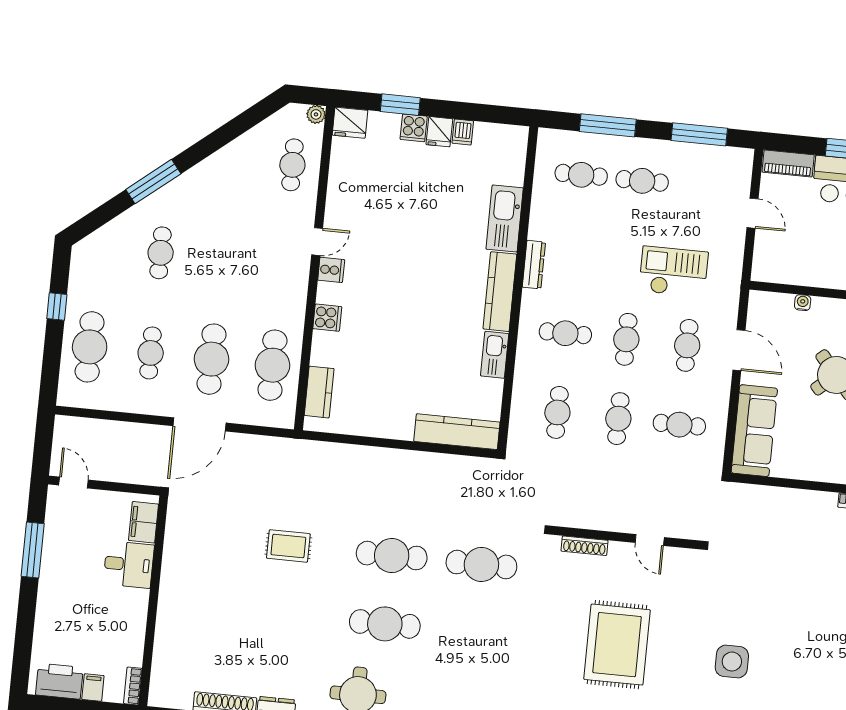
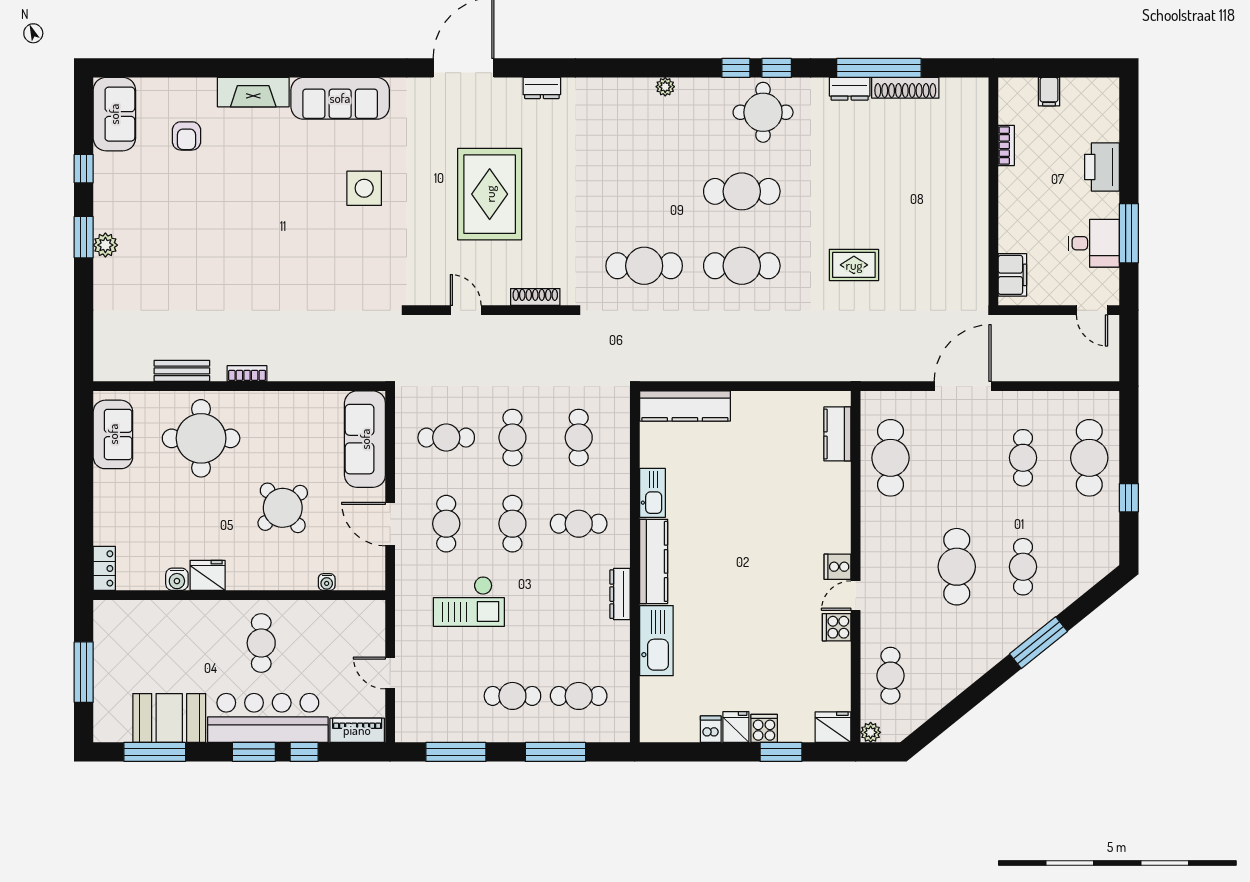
cooker: (327, 318) -> (837, 627), moved
cafe table: (212, 359) -> (957, 567), moved
desk: (129, 564) -> (1094, 243), moved, turned 180
printer: (59, 681) -> (1102, 167), moved, turned 90
bookcase: (133, 686) -> (1006, 145), moved

